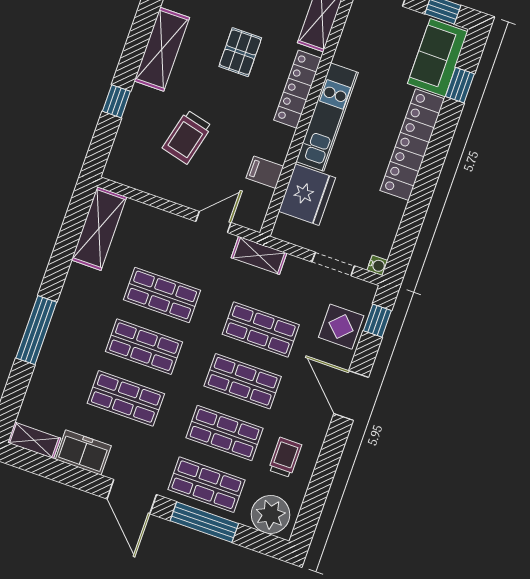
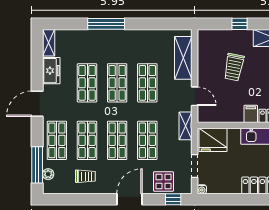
trolley: (187, 137) -> (234, 67), turned -93
filing cabinet: (265, 172) -> (251, 114), moved
fridge: (307, 195) -> (213, 140), moved
shelving: (99, 229) -> (183, 58), moved, turned 90
plant: (271, 515) -> (48, 174), width x0.53, depth x0.53
window: (204, 522) -> (37, 165), moved

